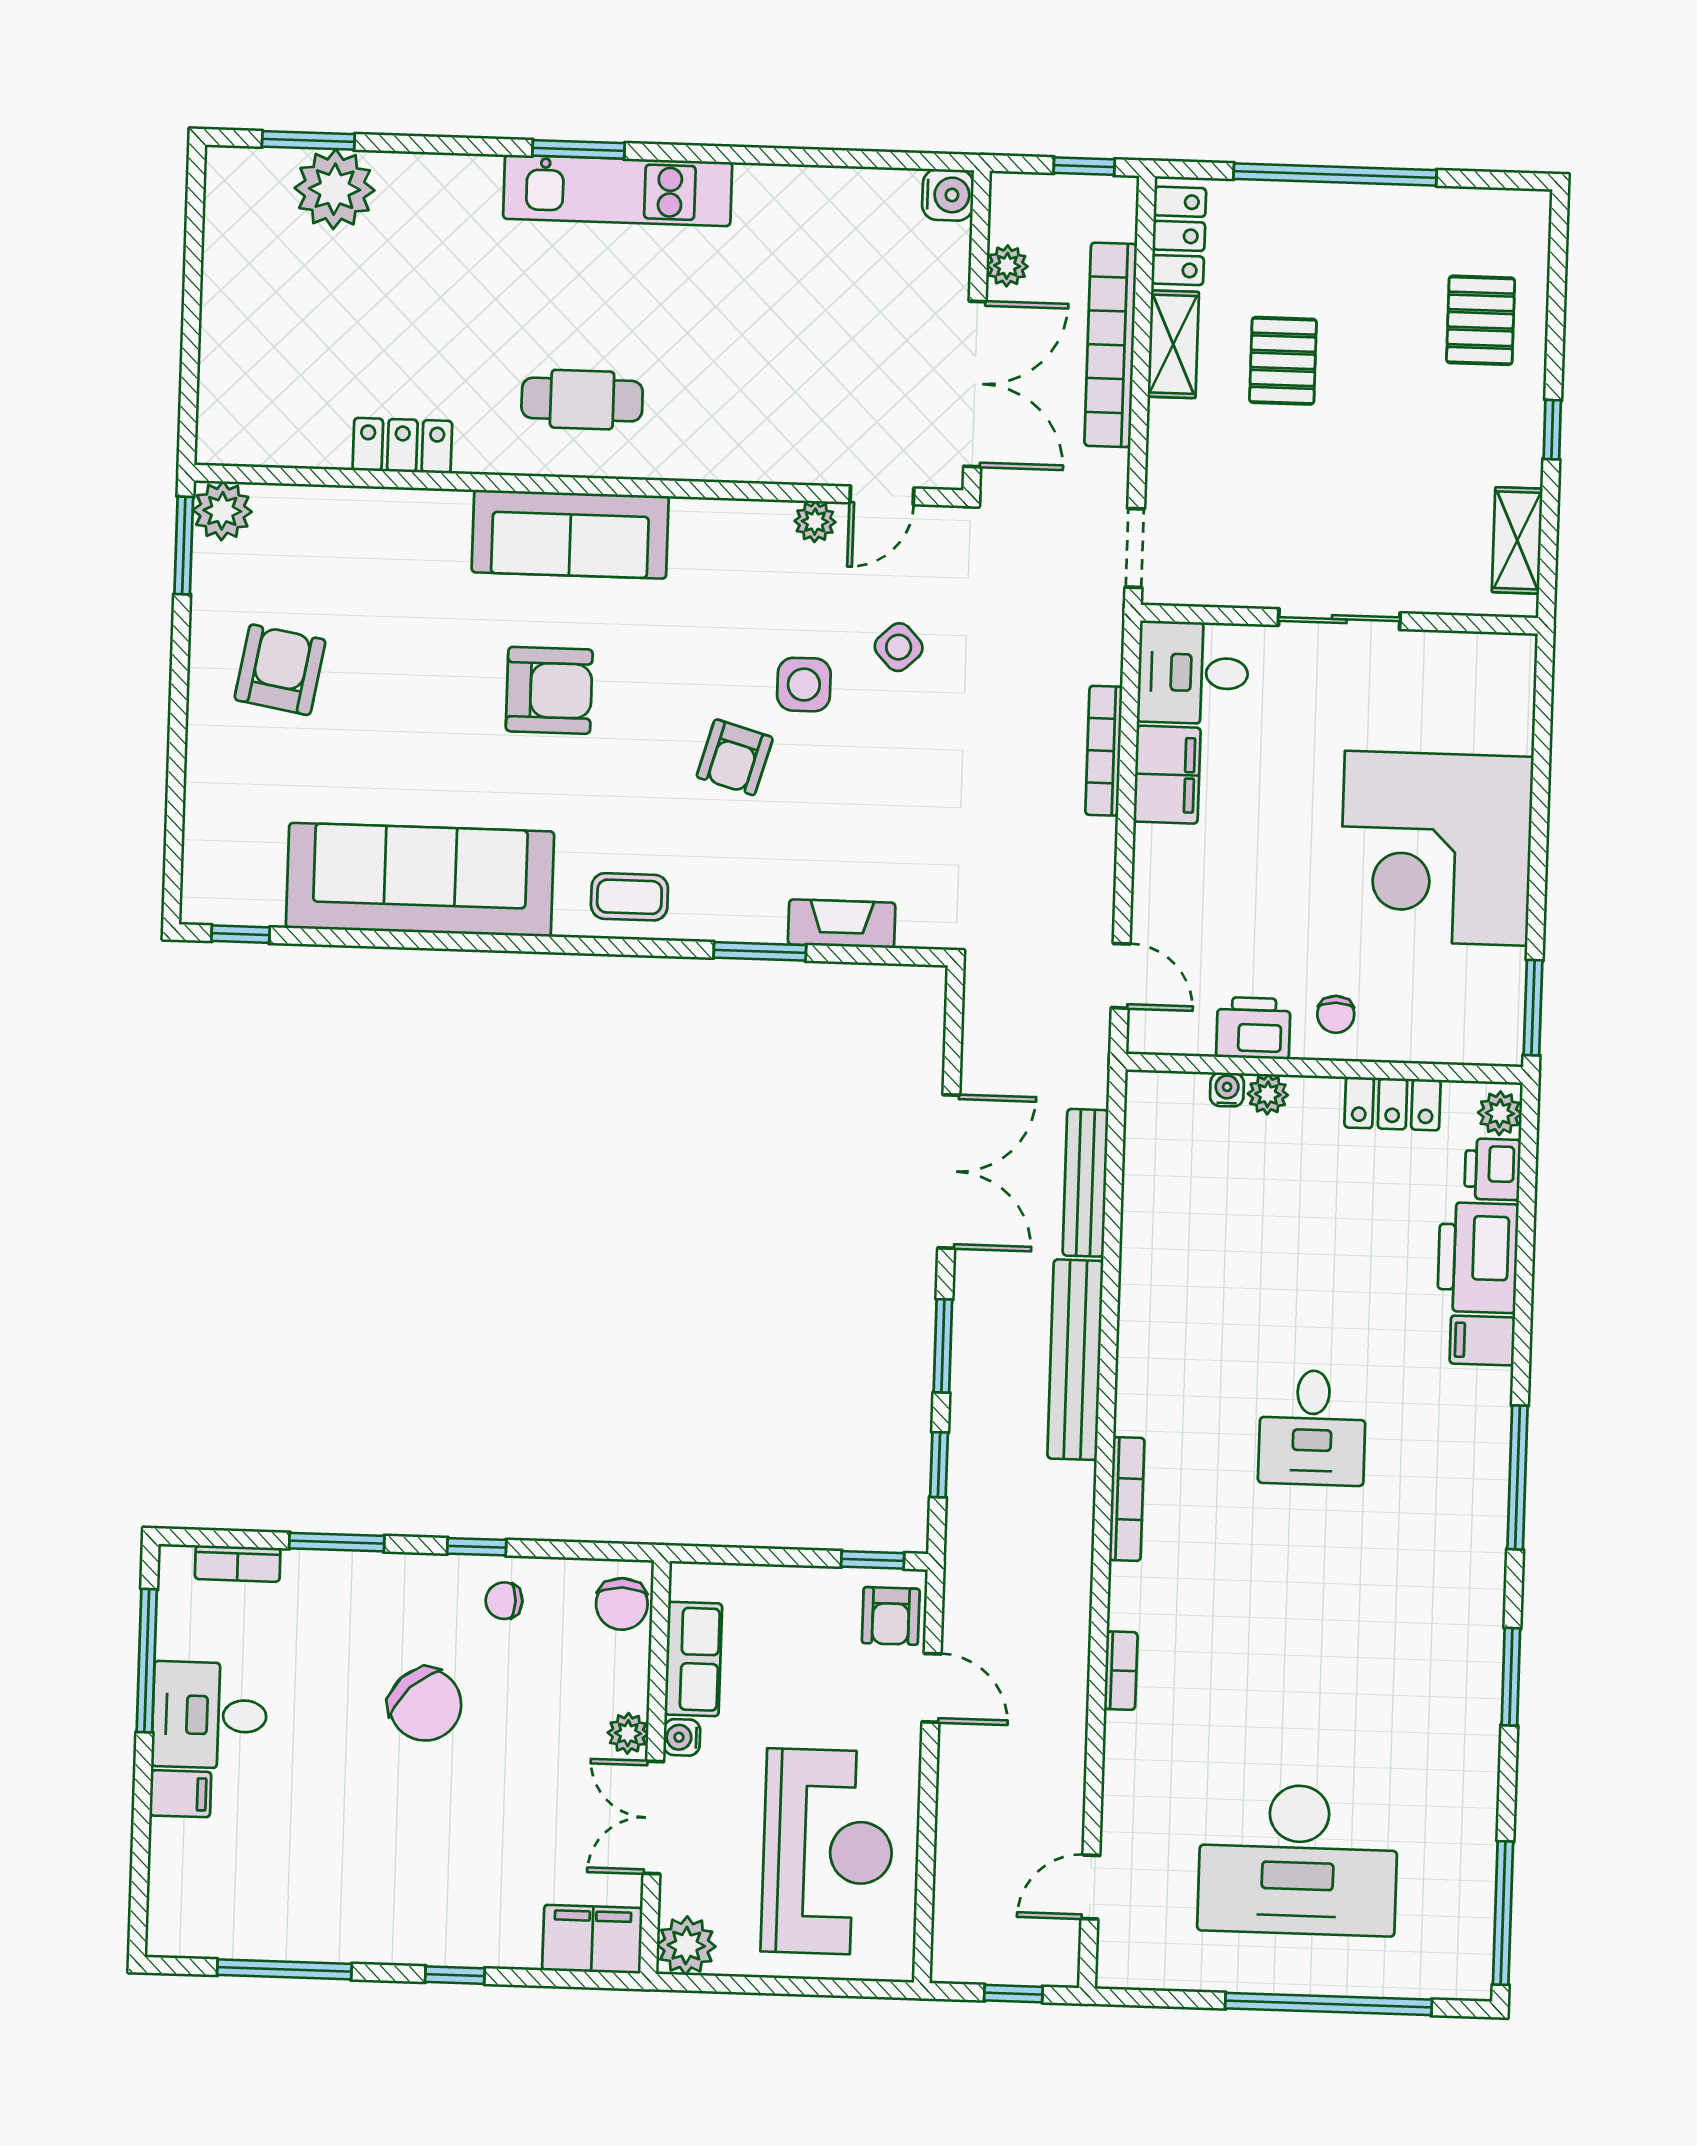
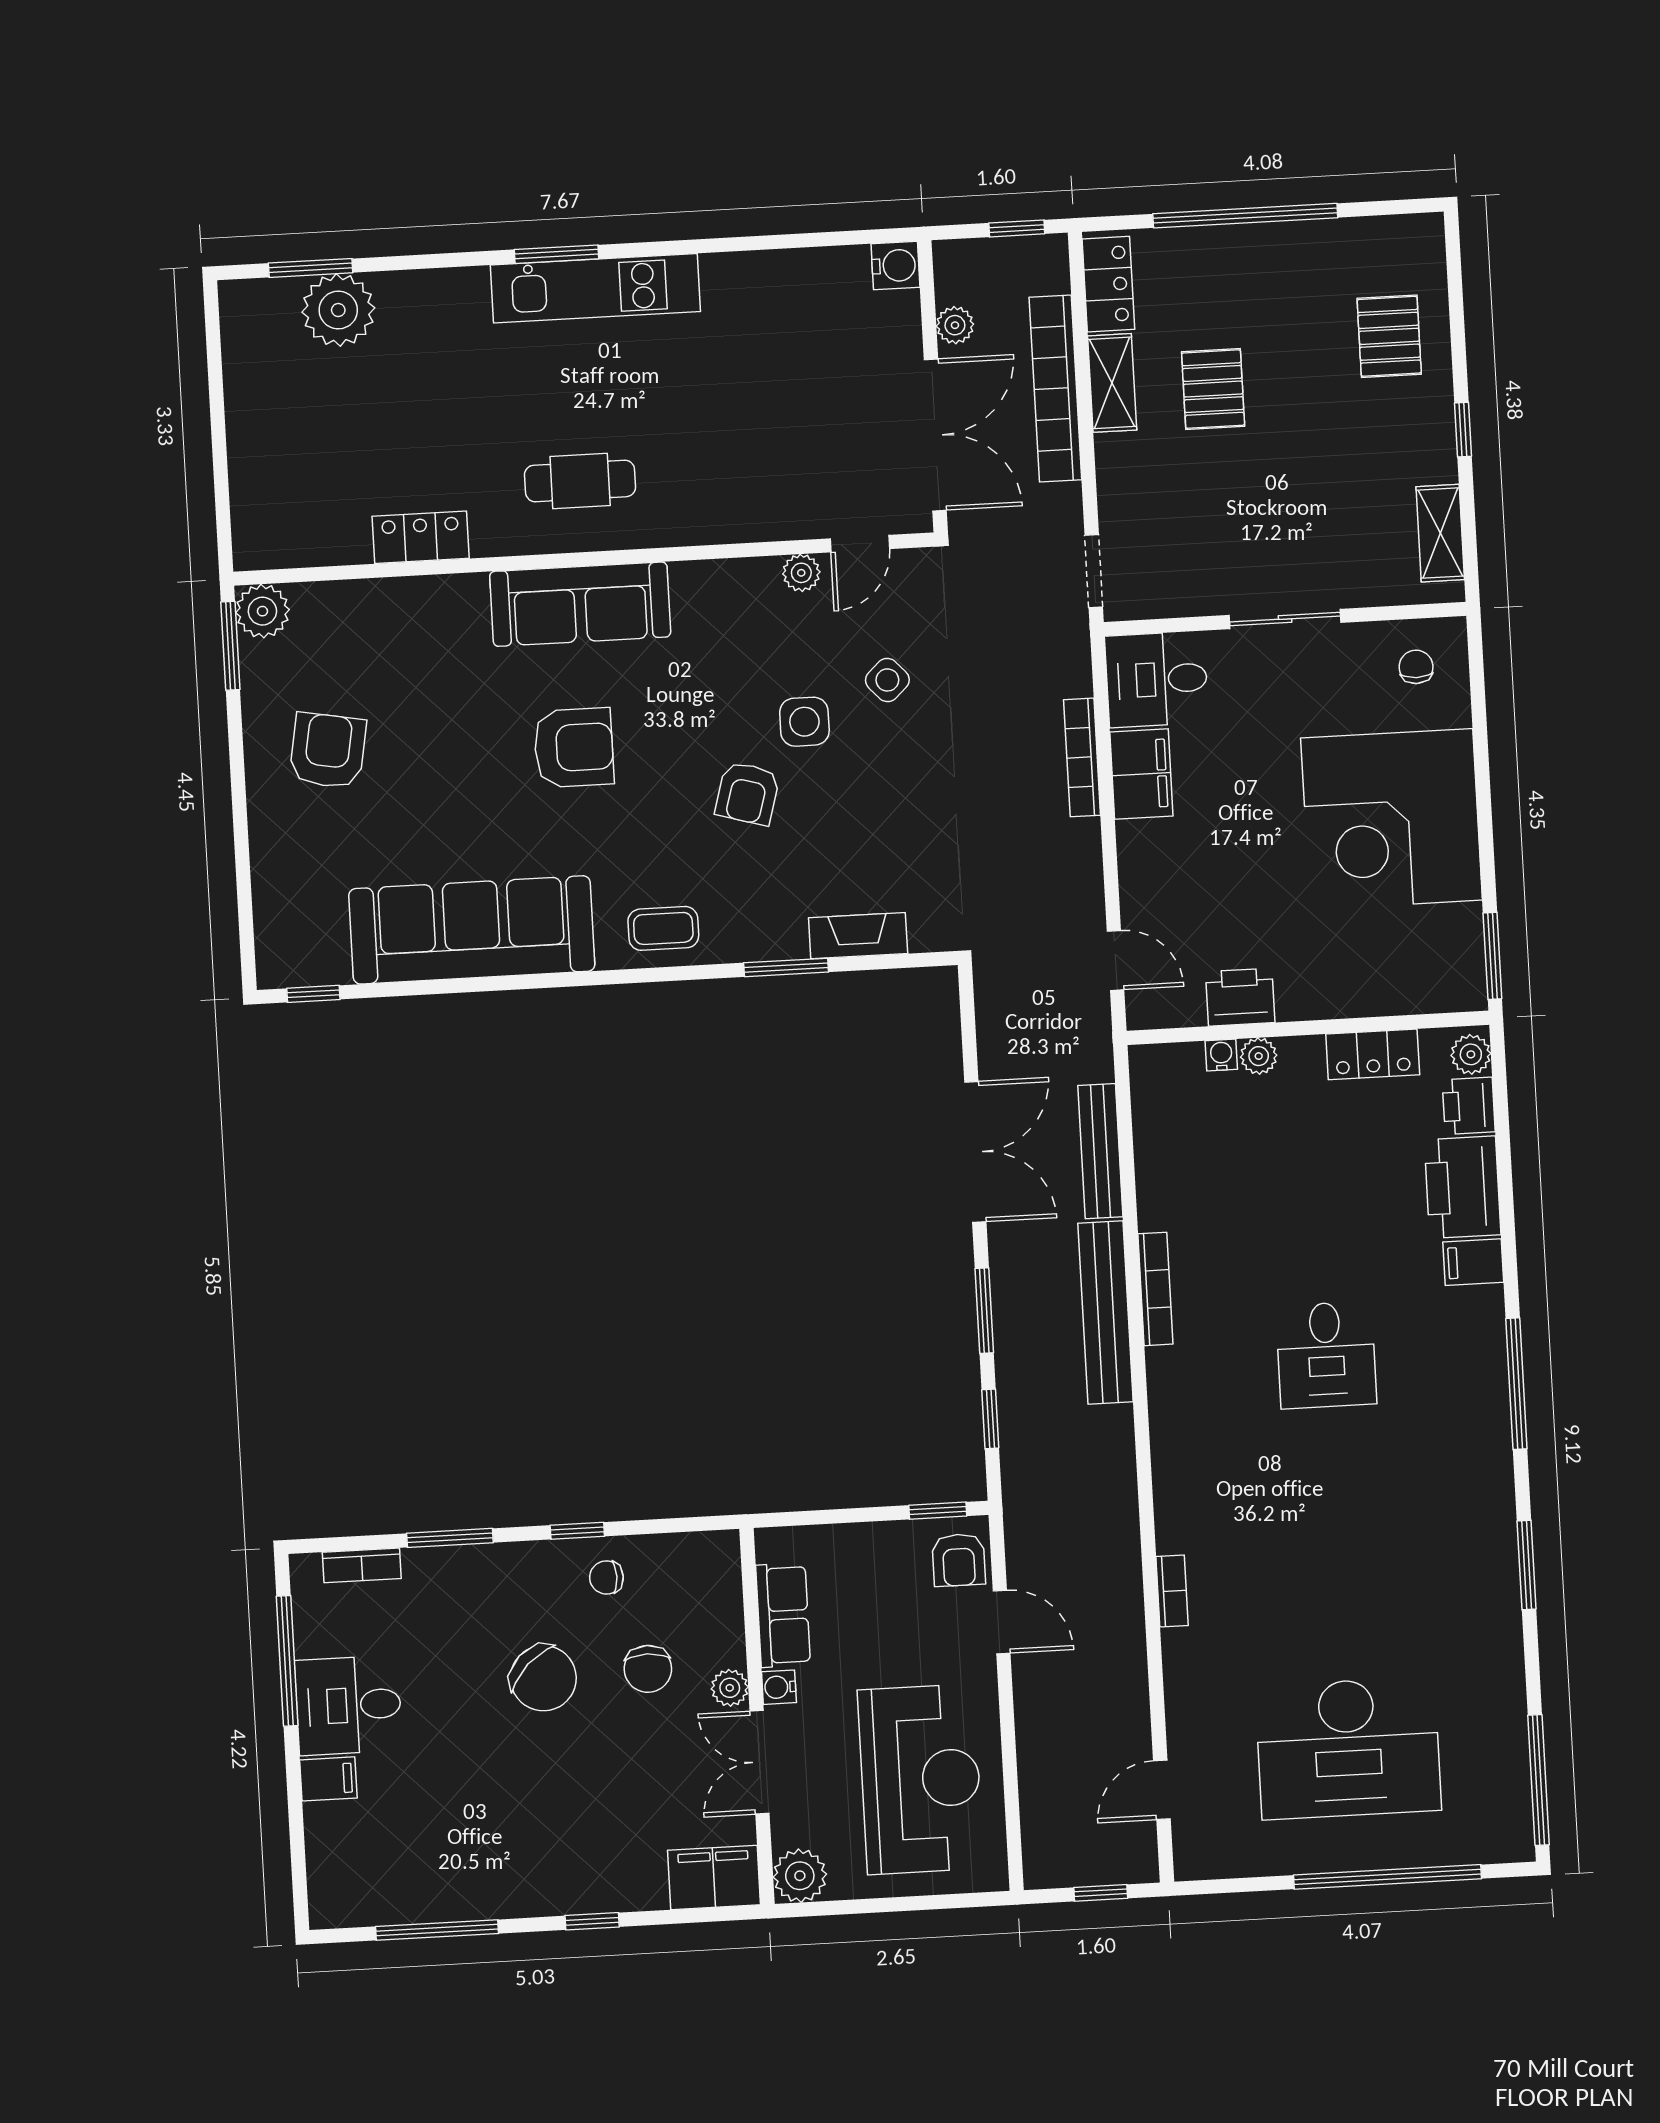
chair: (1336, 1014) -> (1416, 667), moved, turned 180
bookcase: (1127, 1499) -> (1155, 1289), moved
chair: (622, 1604) -> (648, 1669), moved

